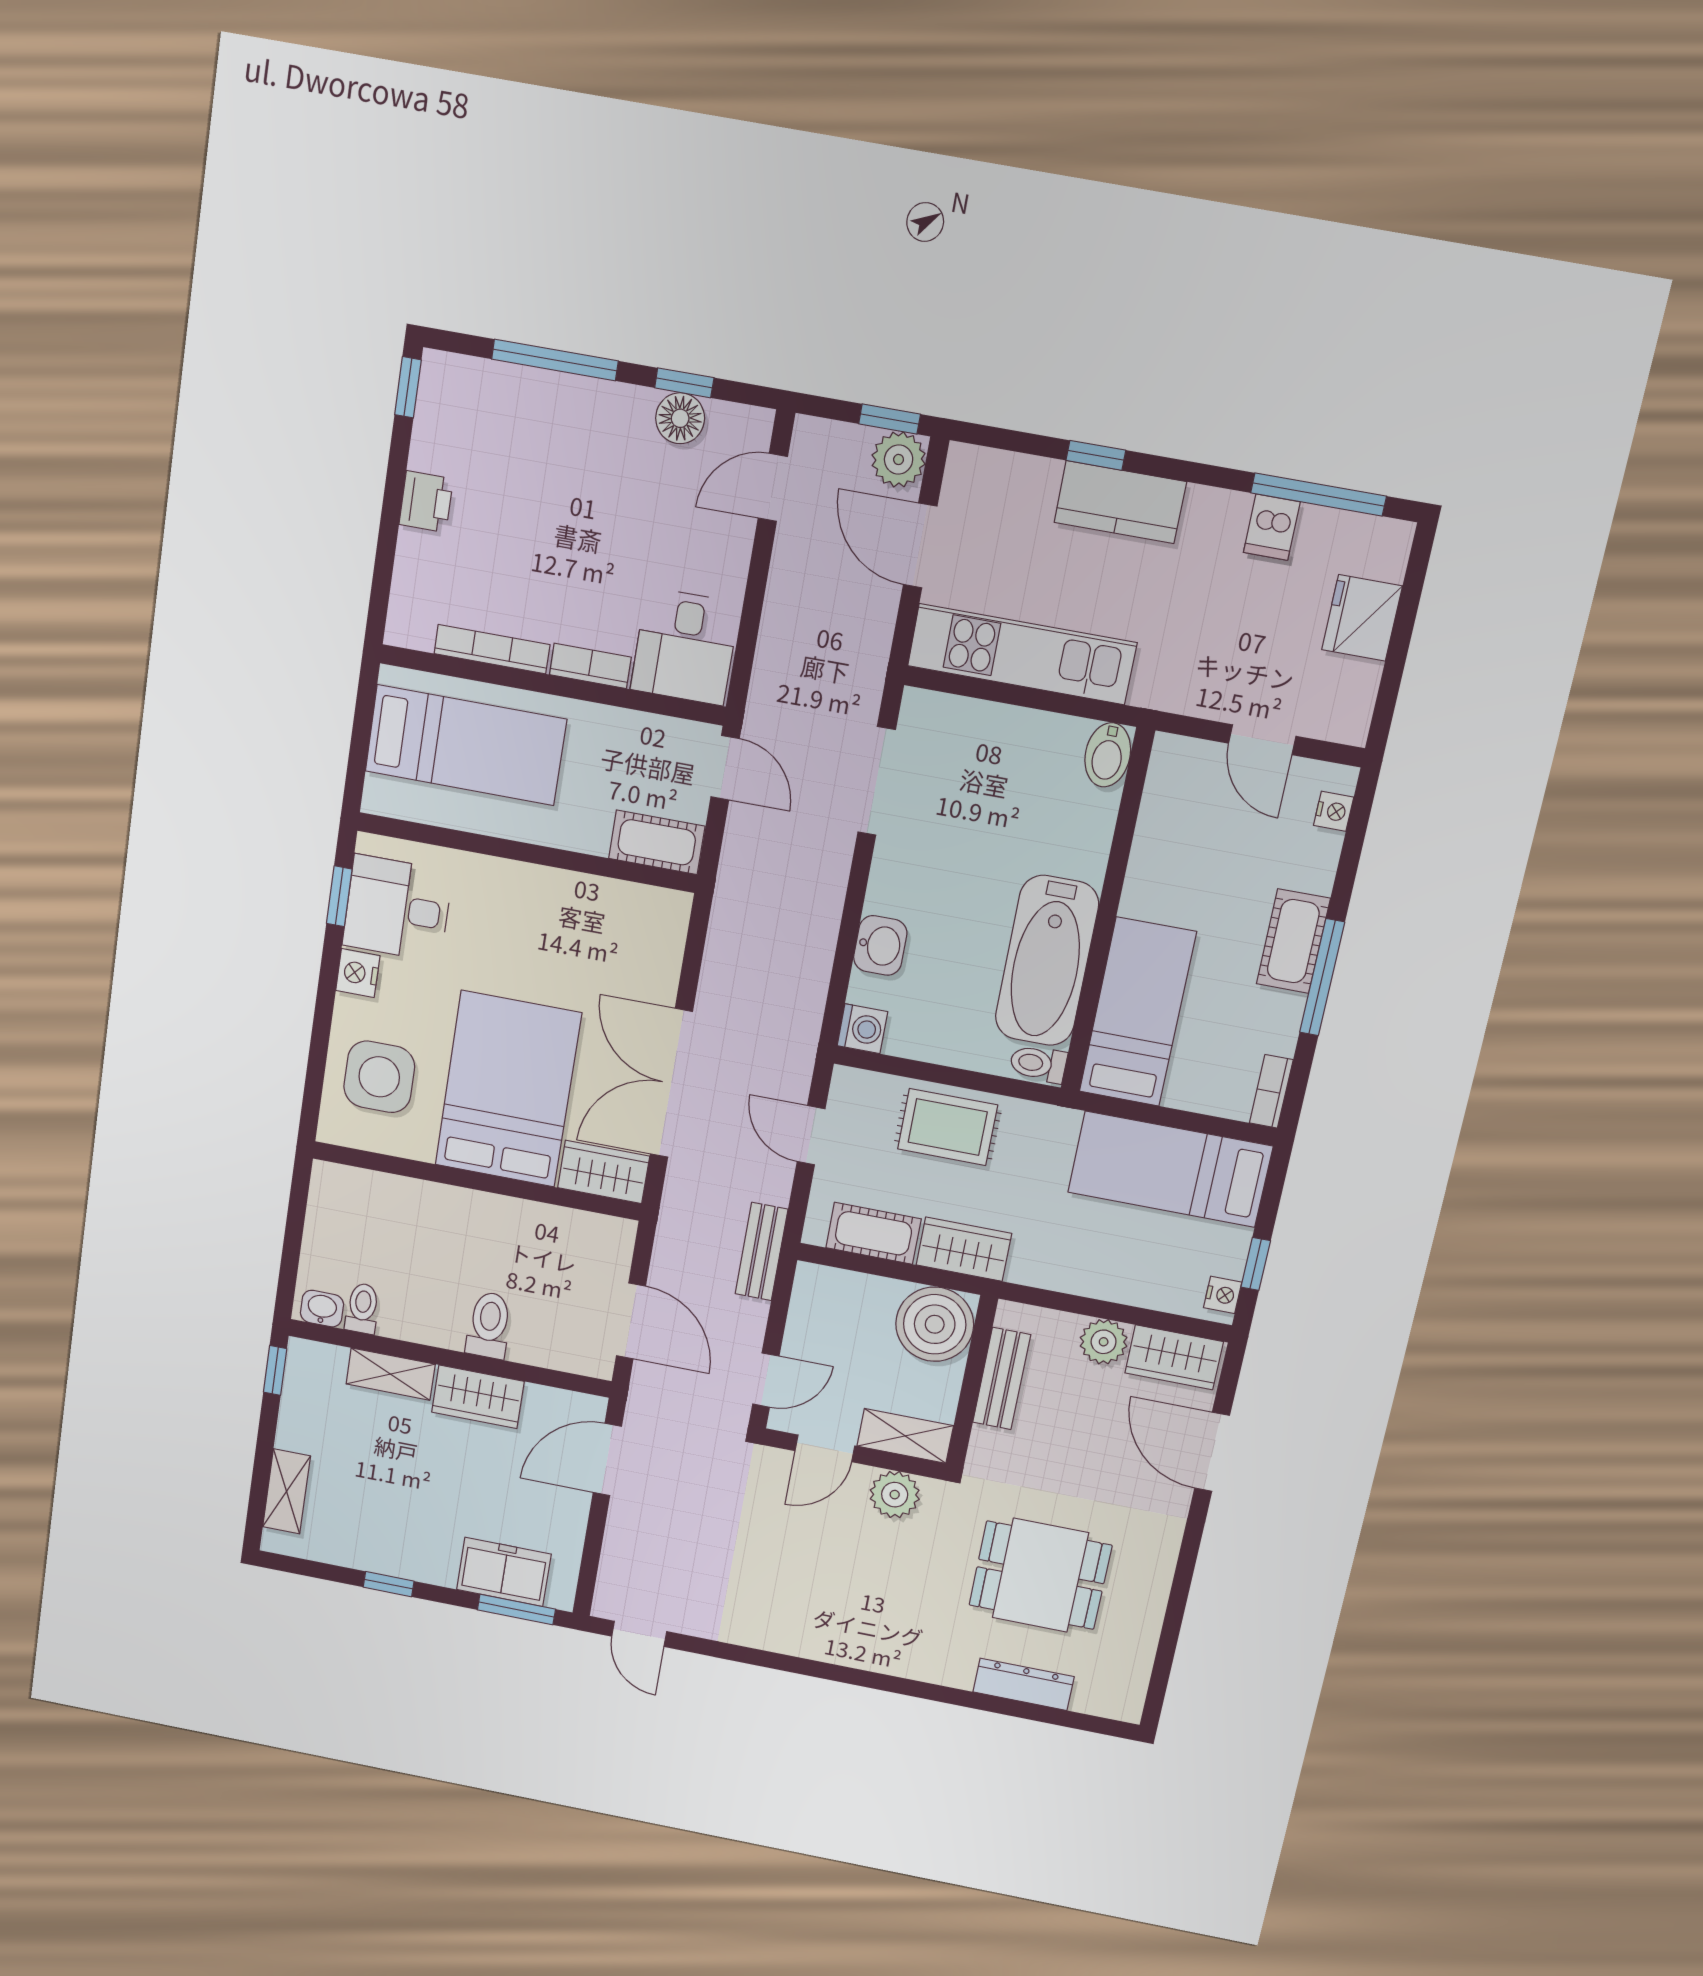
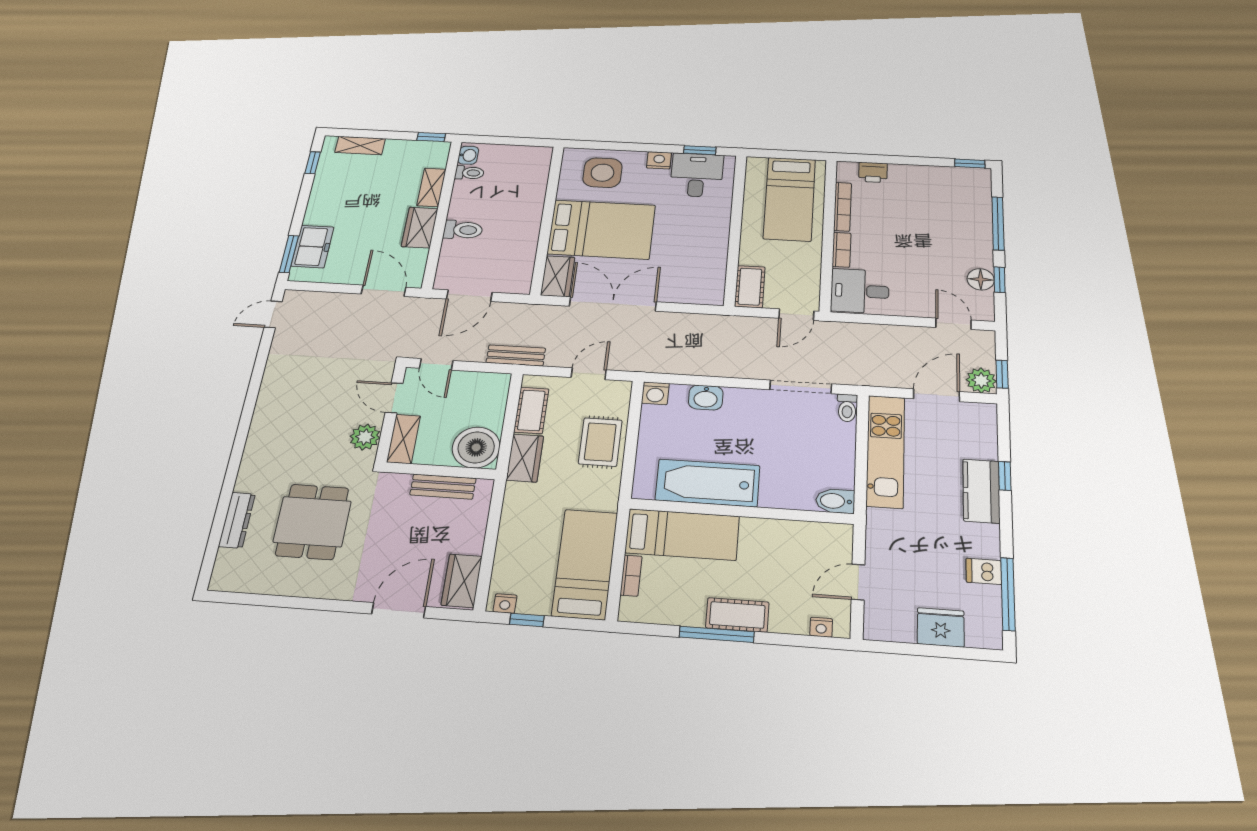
printer: (426, 502) -> (873, 172), moved
toilet: (1038, 1064) -> (847, 408), moved, turned 180
bookcase: (1271, 1091) -> (631, 576), moved, turned 90
plant: (1104, 1342) -> (470, 540), removed
window: (389, 1584) -> (313, 163), moved

